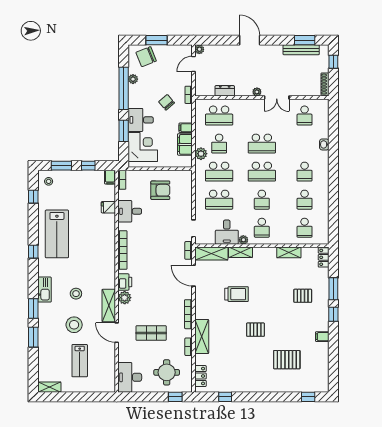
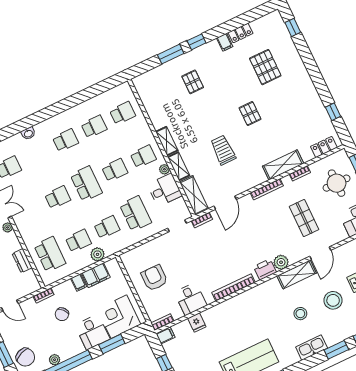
school desk: (262, 144) -> (58, 197), width x0.54
school desk: (219, 172) -> (107, 227), width x0.54
shelving: (289, 252) -> (167, 141), moved
locker: (324, 257) -> (241, 33), moved

